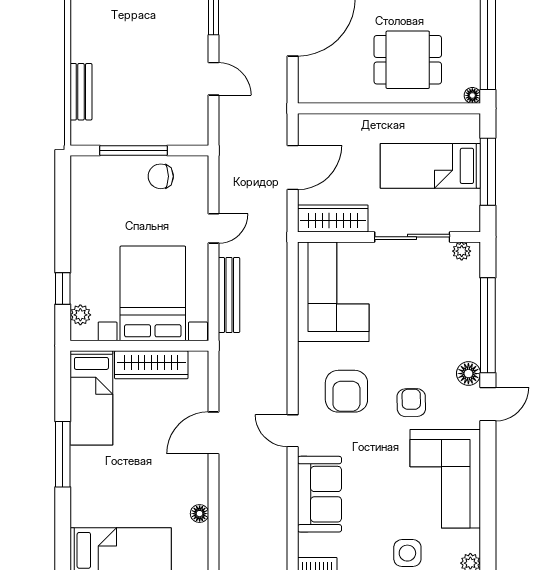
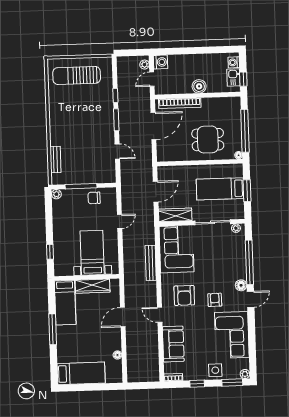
window: (488, 172) -> (247, 191), width x0.69
bed with nightstands: (153, 293) -> (92, 253), width x0.73
bench: (229, 295) -> (151, 263), moved
plant: (80, 315) -> (56, 194), moved

